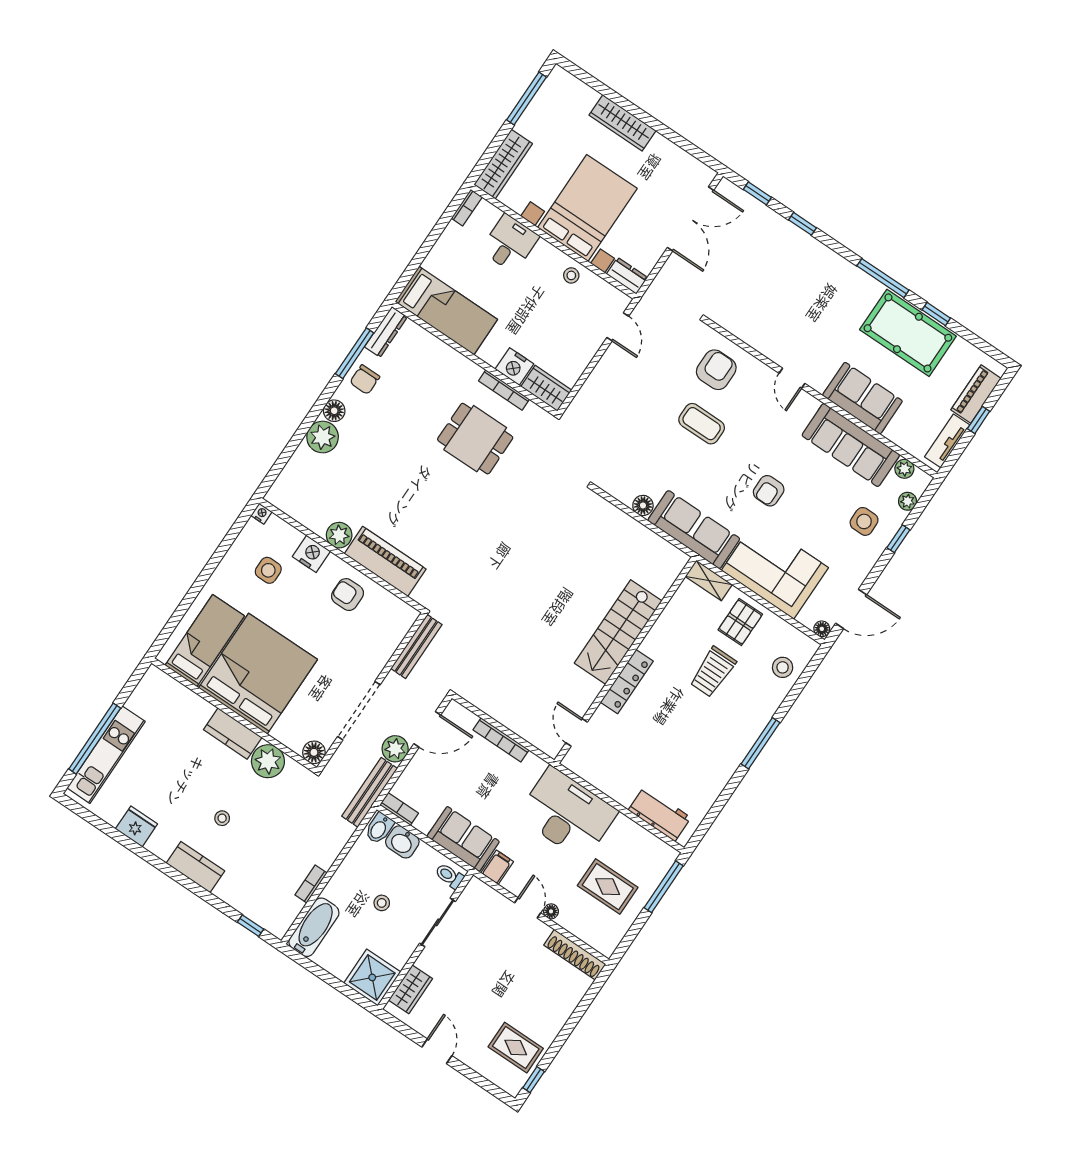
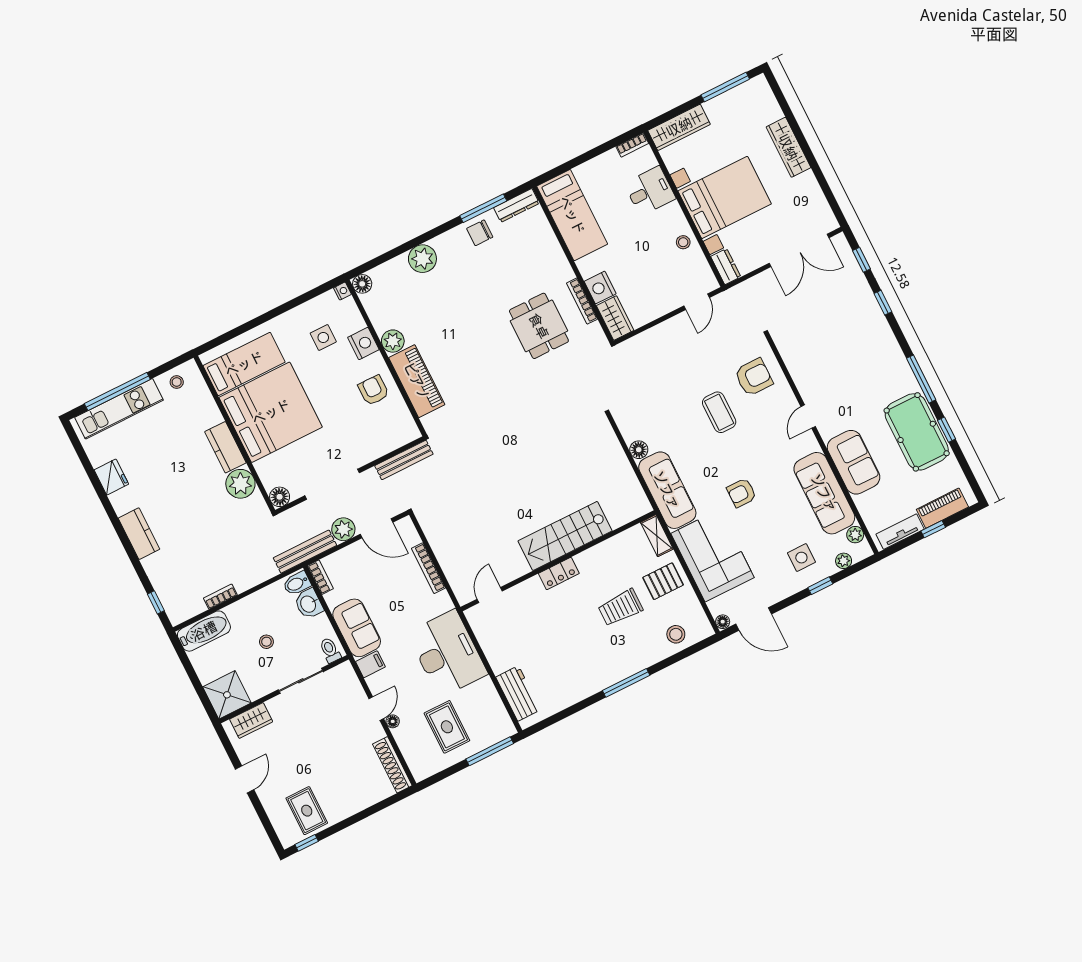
floor lamp: (334, 411) -> (362, 284), moved
locker: (627, 682) -> (559, 573), width x0.66
stool: (222, 818) -> (177, 382), moved

